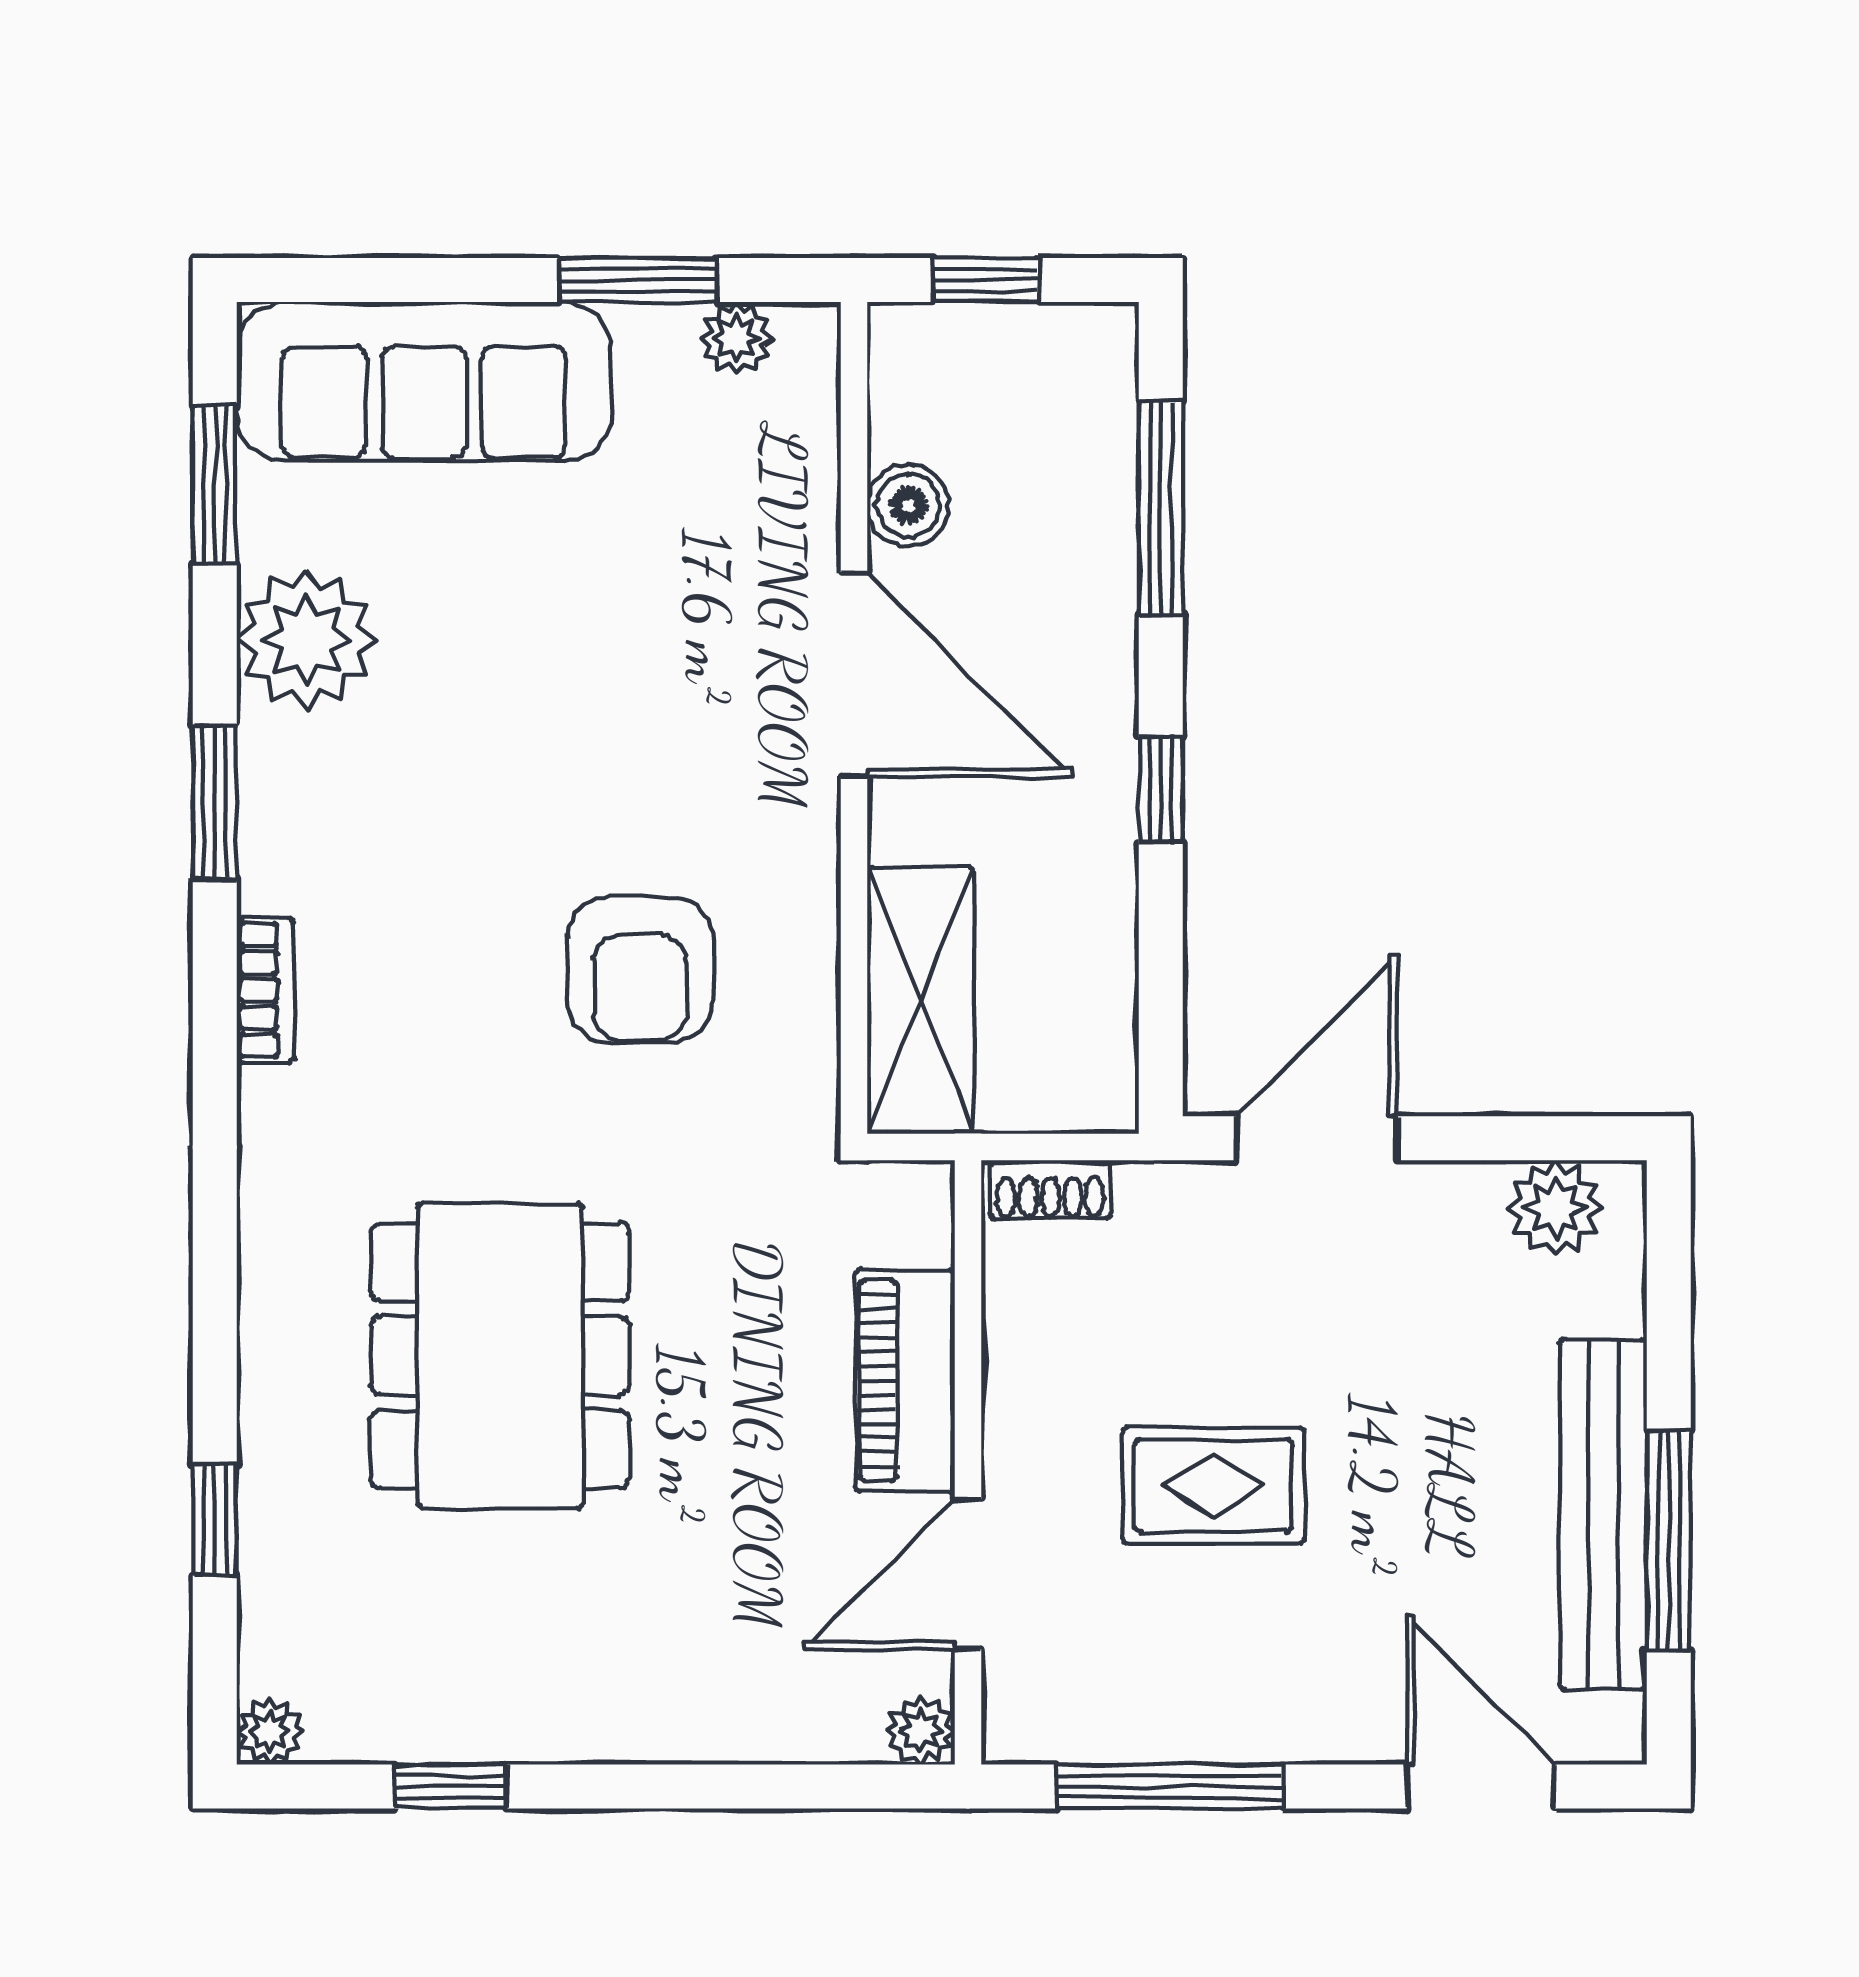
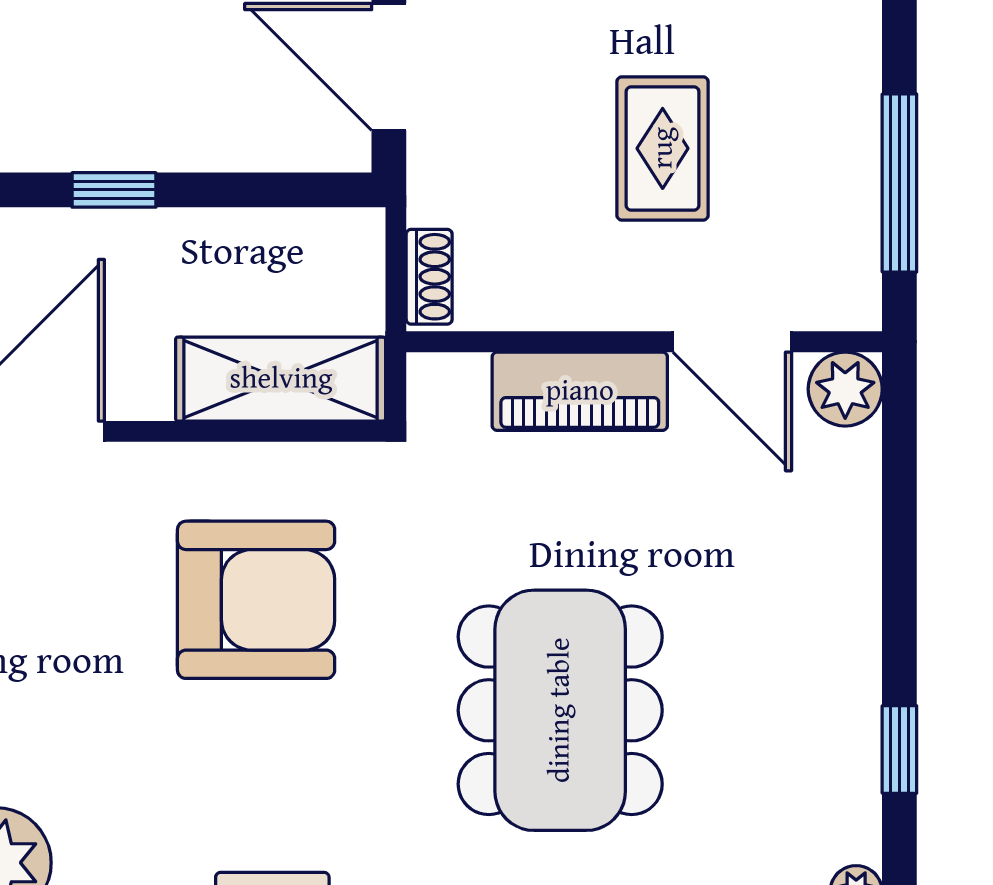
armchair: (640, 970) -> (256, 600), width x1.36, depth x1.36
dining table: (500, 1356) -> (560, 710), turned 90
plant: (921, 1730) -> (845, 389), width x1.38, depth x1.38

